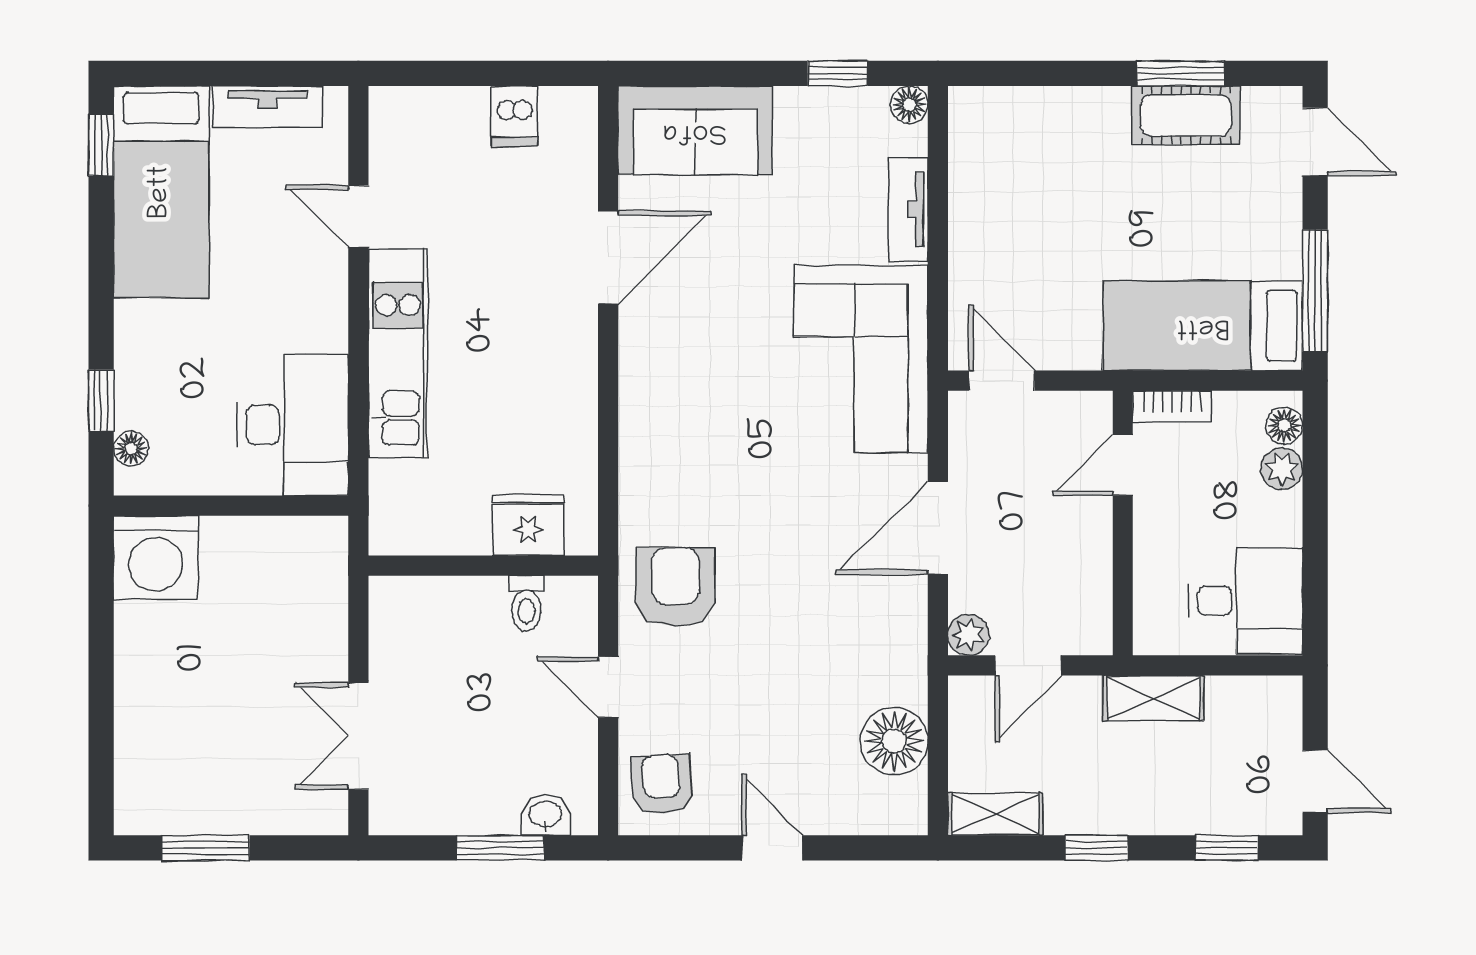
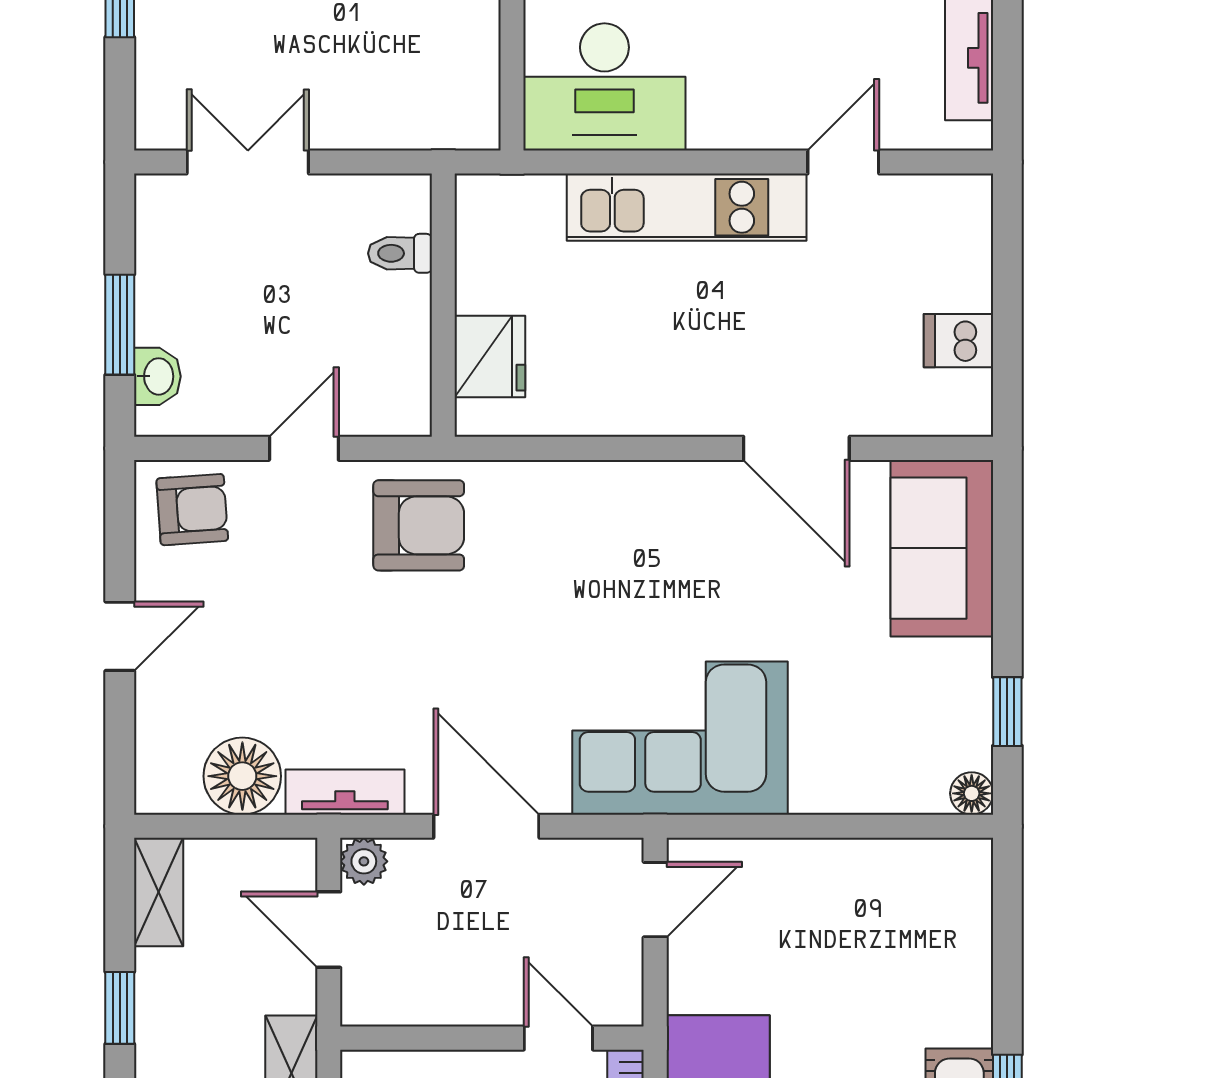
tv unit: (908, 209) -> (345, 792), moved
toilet: (526, 603) -> (400, 253), moved

